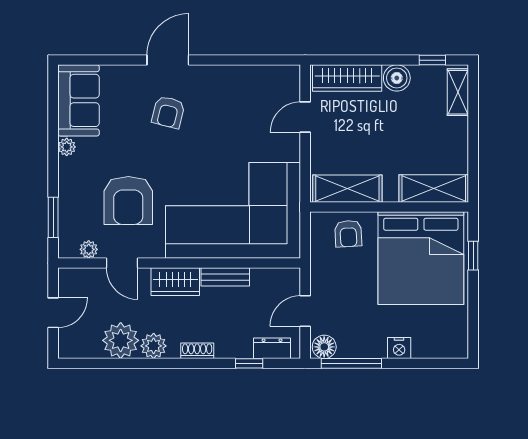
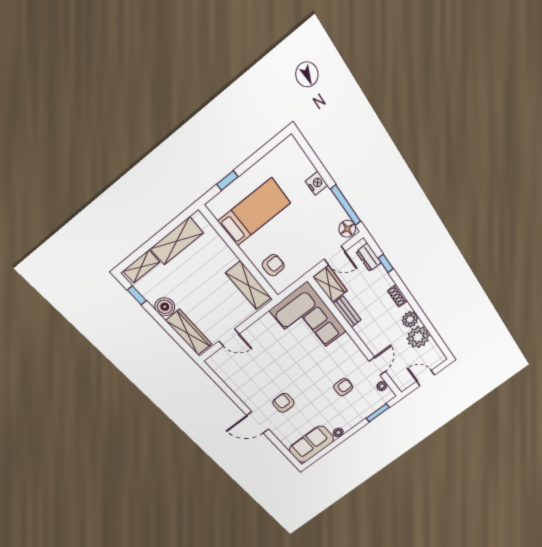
armchair: (168, 112) -> (283, 403), turned -104
shelving: (434, 188) -> (177, 241), moved, turned 90
armchair: (128, 200) -> (343, 387), width x0.53, depth x0.53
corner sofa: (233, 210) -> (308, 321), width x0.73, depth x0.74
bed: (421, 258) -> (254, 212), width x0.49
wardrobe: (175, 282) -> (330, 284), moved

